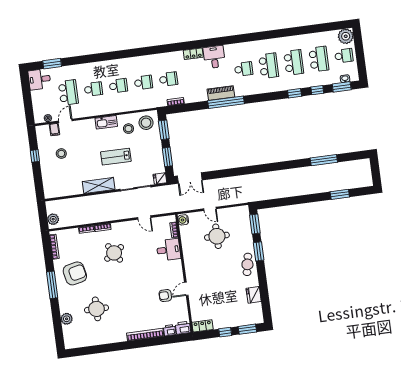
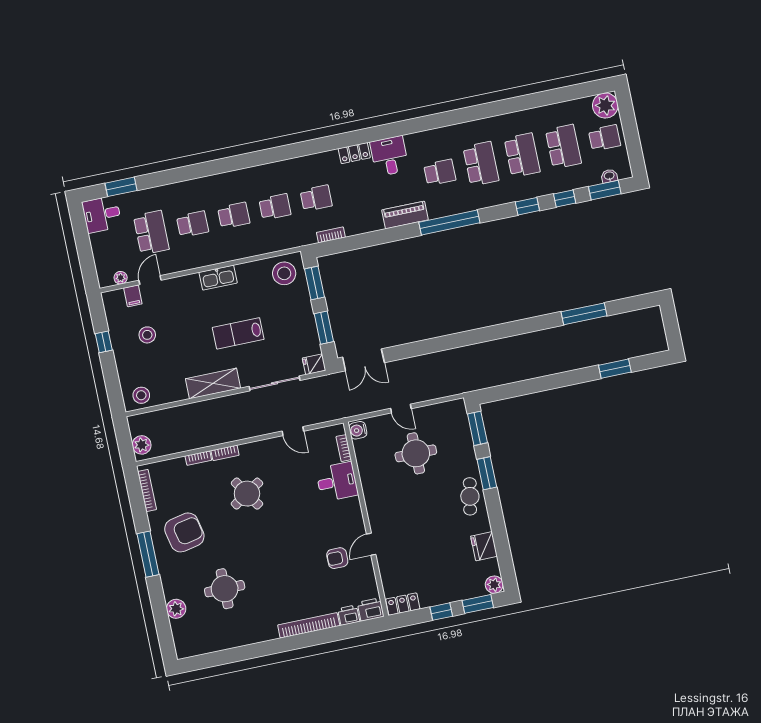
window: (226, 102) -> (449, 223), moved
stool: (128, 129) -> (141, 395), moved
plant: (258, 318) -> (494, 585), added

